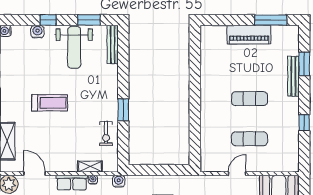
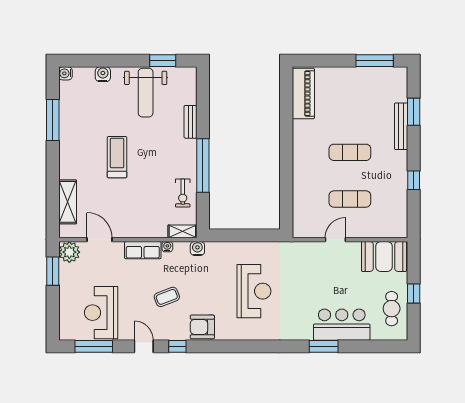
window: (48, 20) -> (115, 61), removed
piano: (249, 35) -> (303, 94), moved, turned -90
bench: (113, 44) -> (190, 122), moved, width x0.73
treadmill: (50, 103) -> (117, 157), turned -90
window: (123, 110) -> (203, 165), width x2.11
shelving: (90, 166) -> (182, 231), moved

